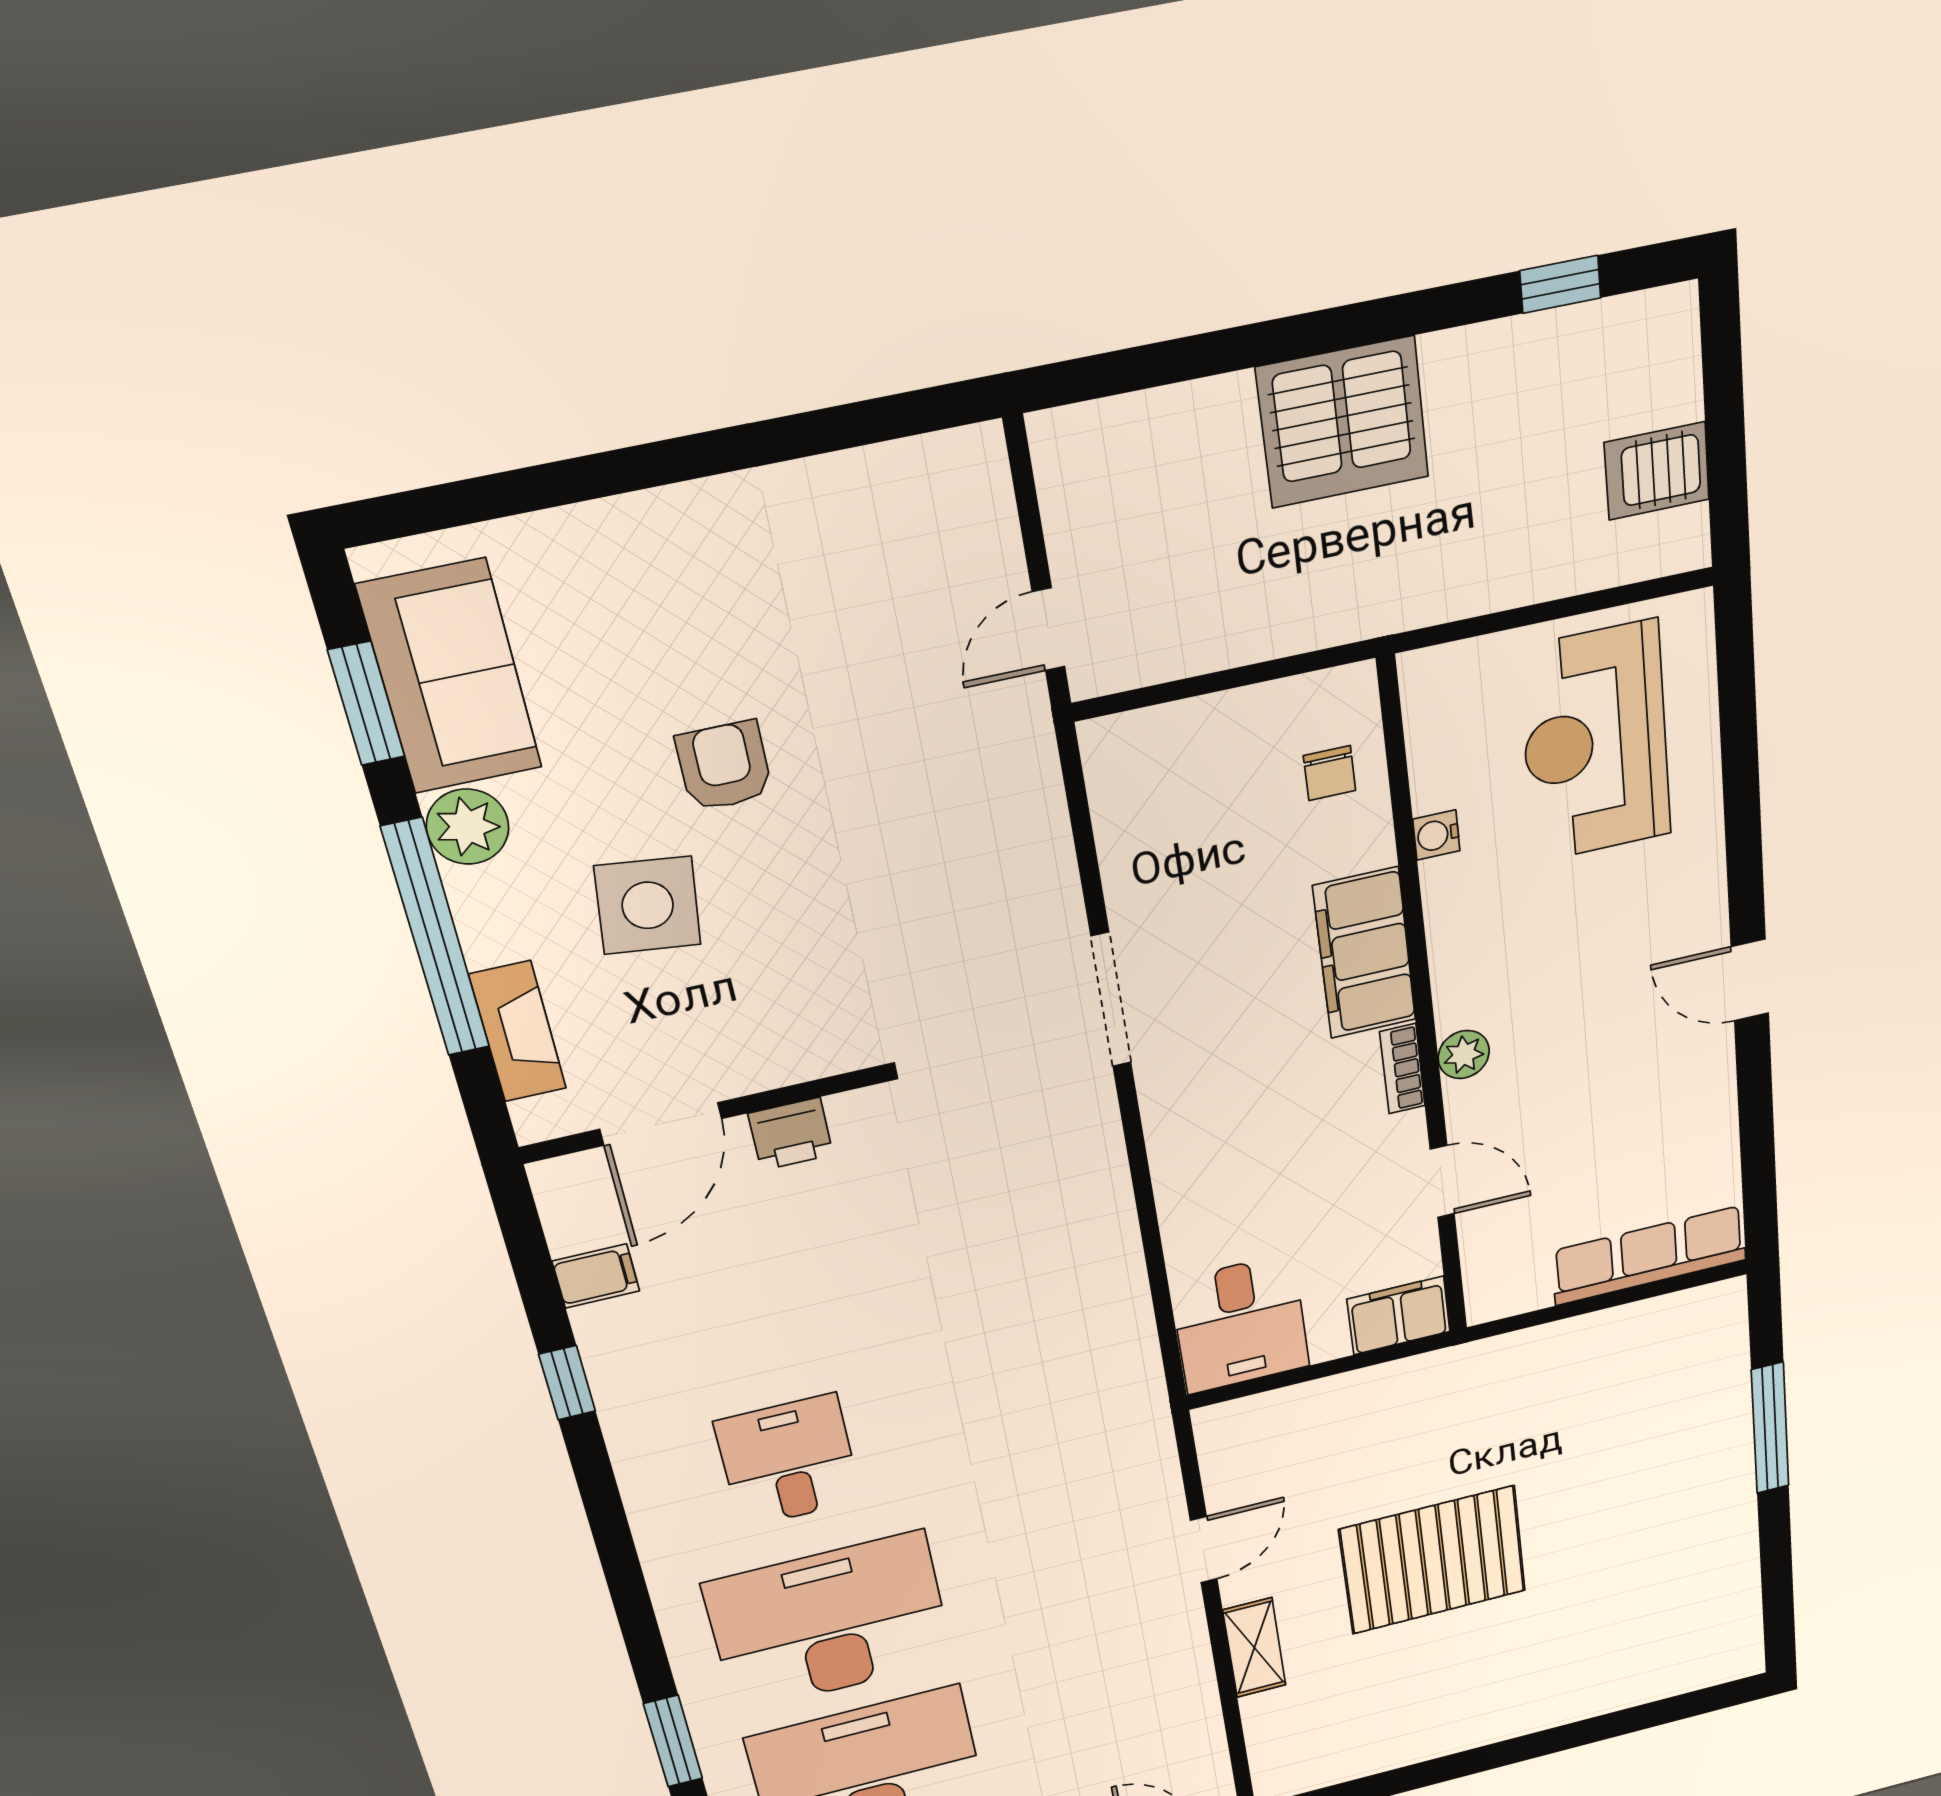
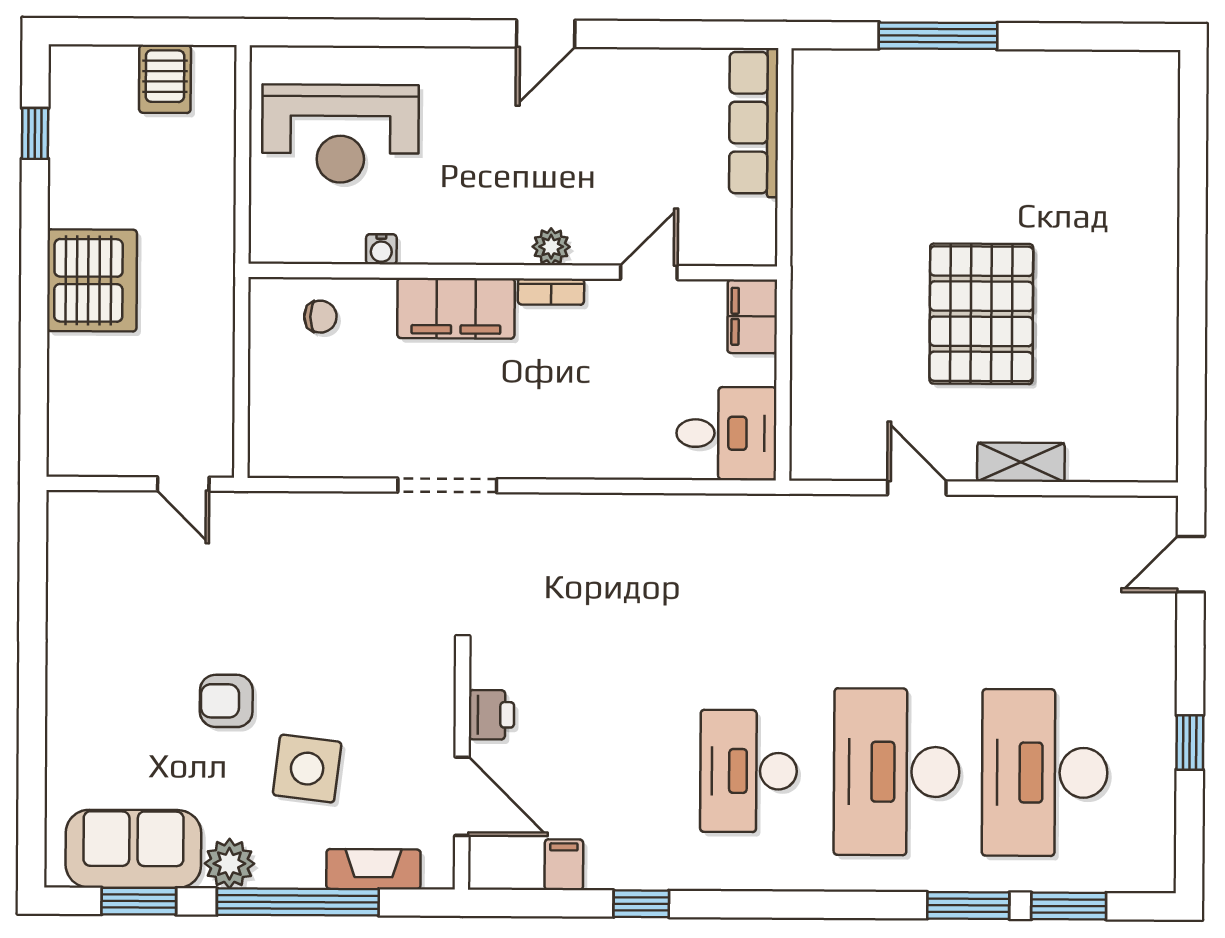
desk: (788, 1461) -> (749, 771), width x1.37

